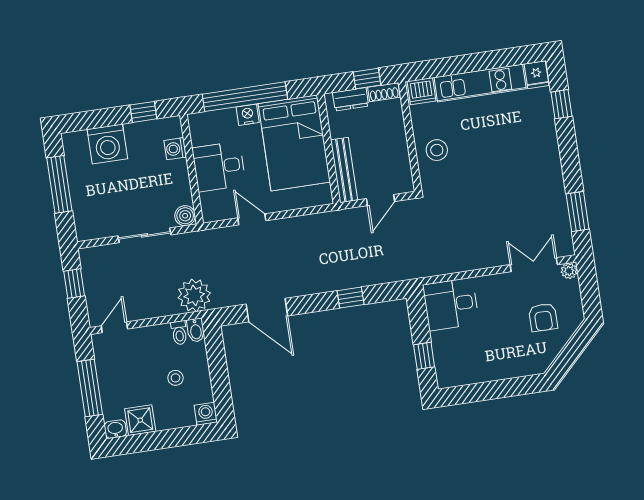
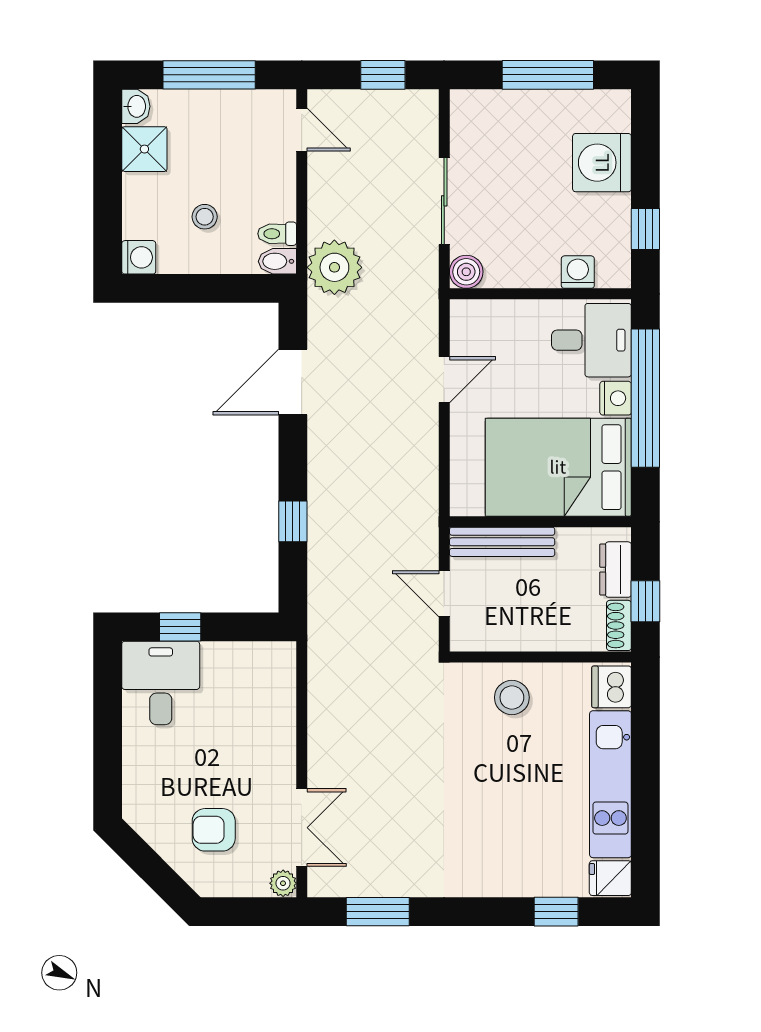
desk: (219, 167) -> (591, 340), moved, turned 90
desk: (451, 304) -> (161, 683), moved

